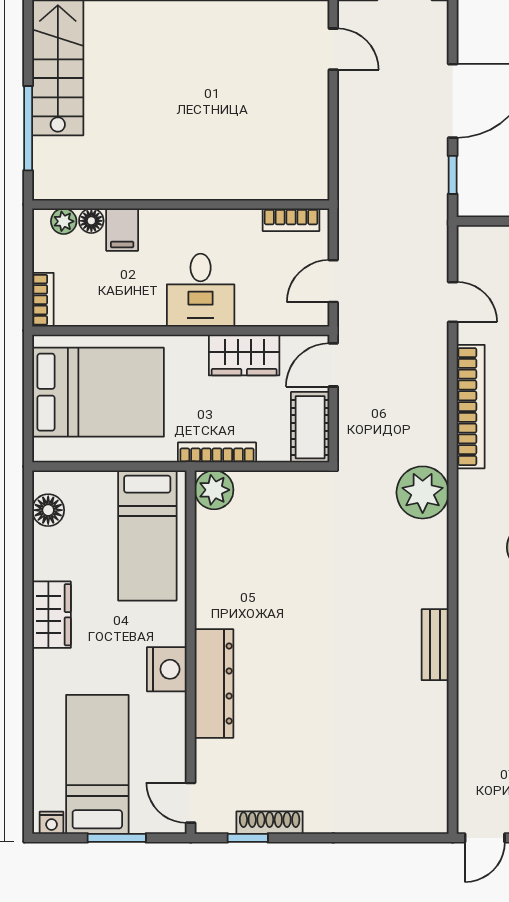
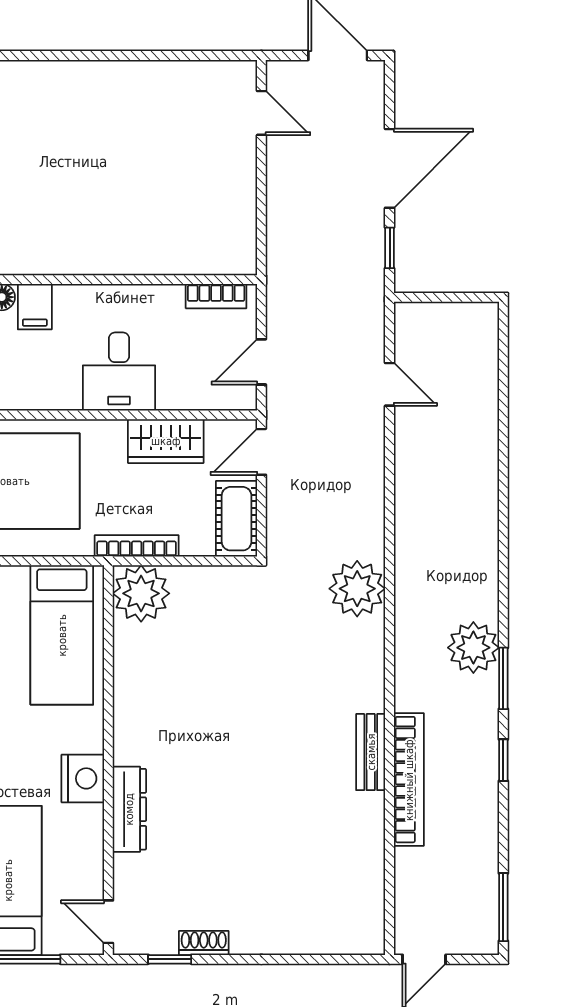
bookcase: (471, 407) -> (409, 780), moved
plant: (214, 490) -> (141, 593), width x1.36, depth x1.36
dresser: (214, 684) -> (129, 809), width x0.73, depth x0.80
shoe rack: (270, 823) -> (204, 943), width x0.70

